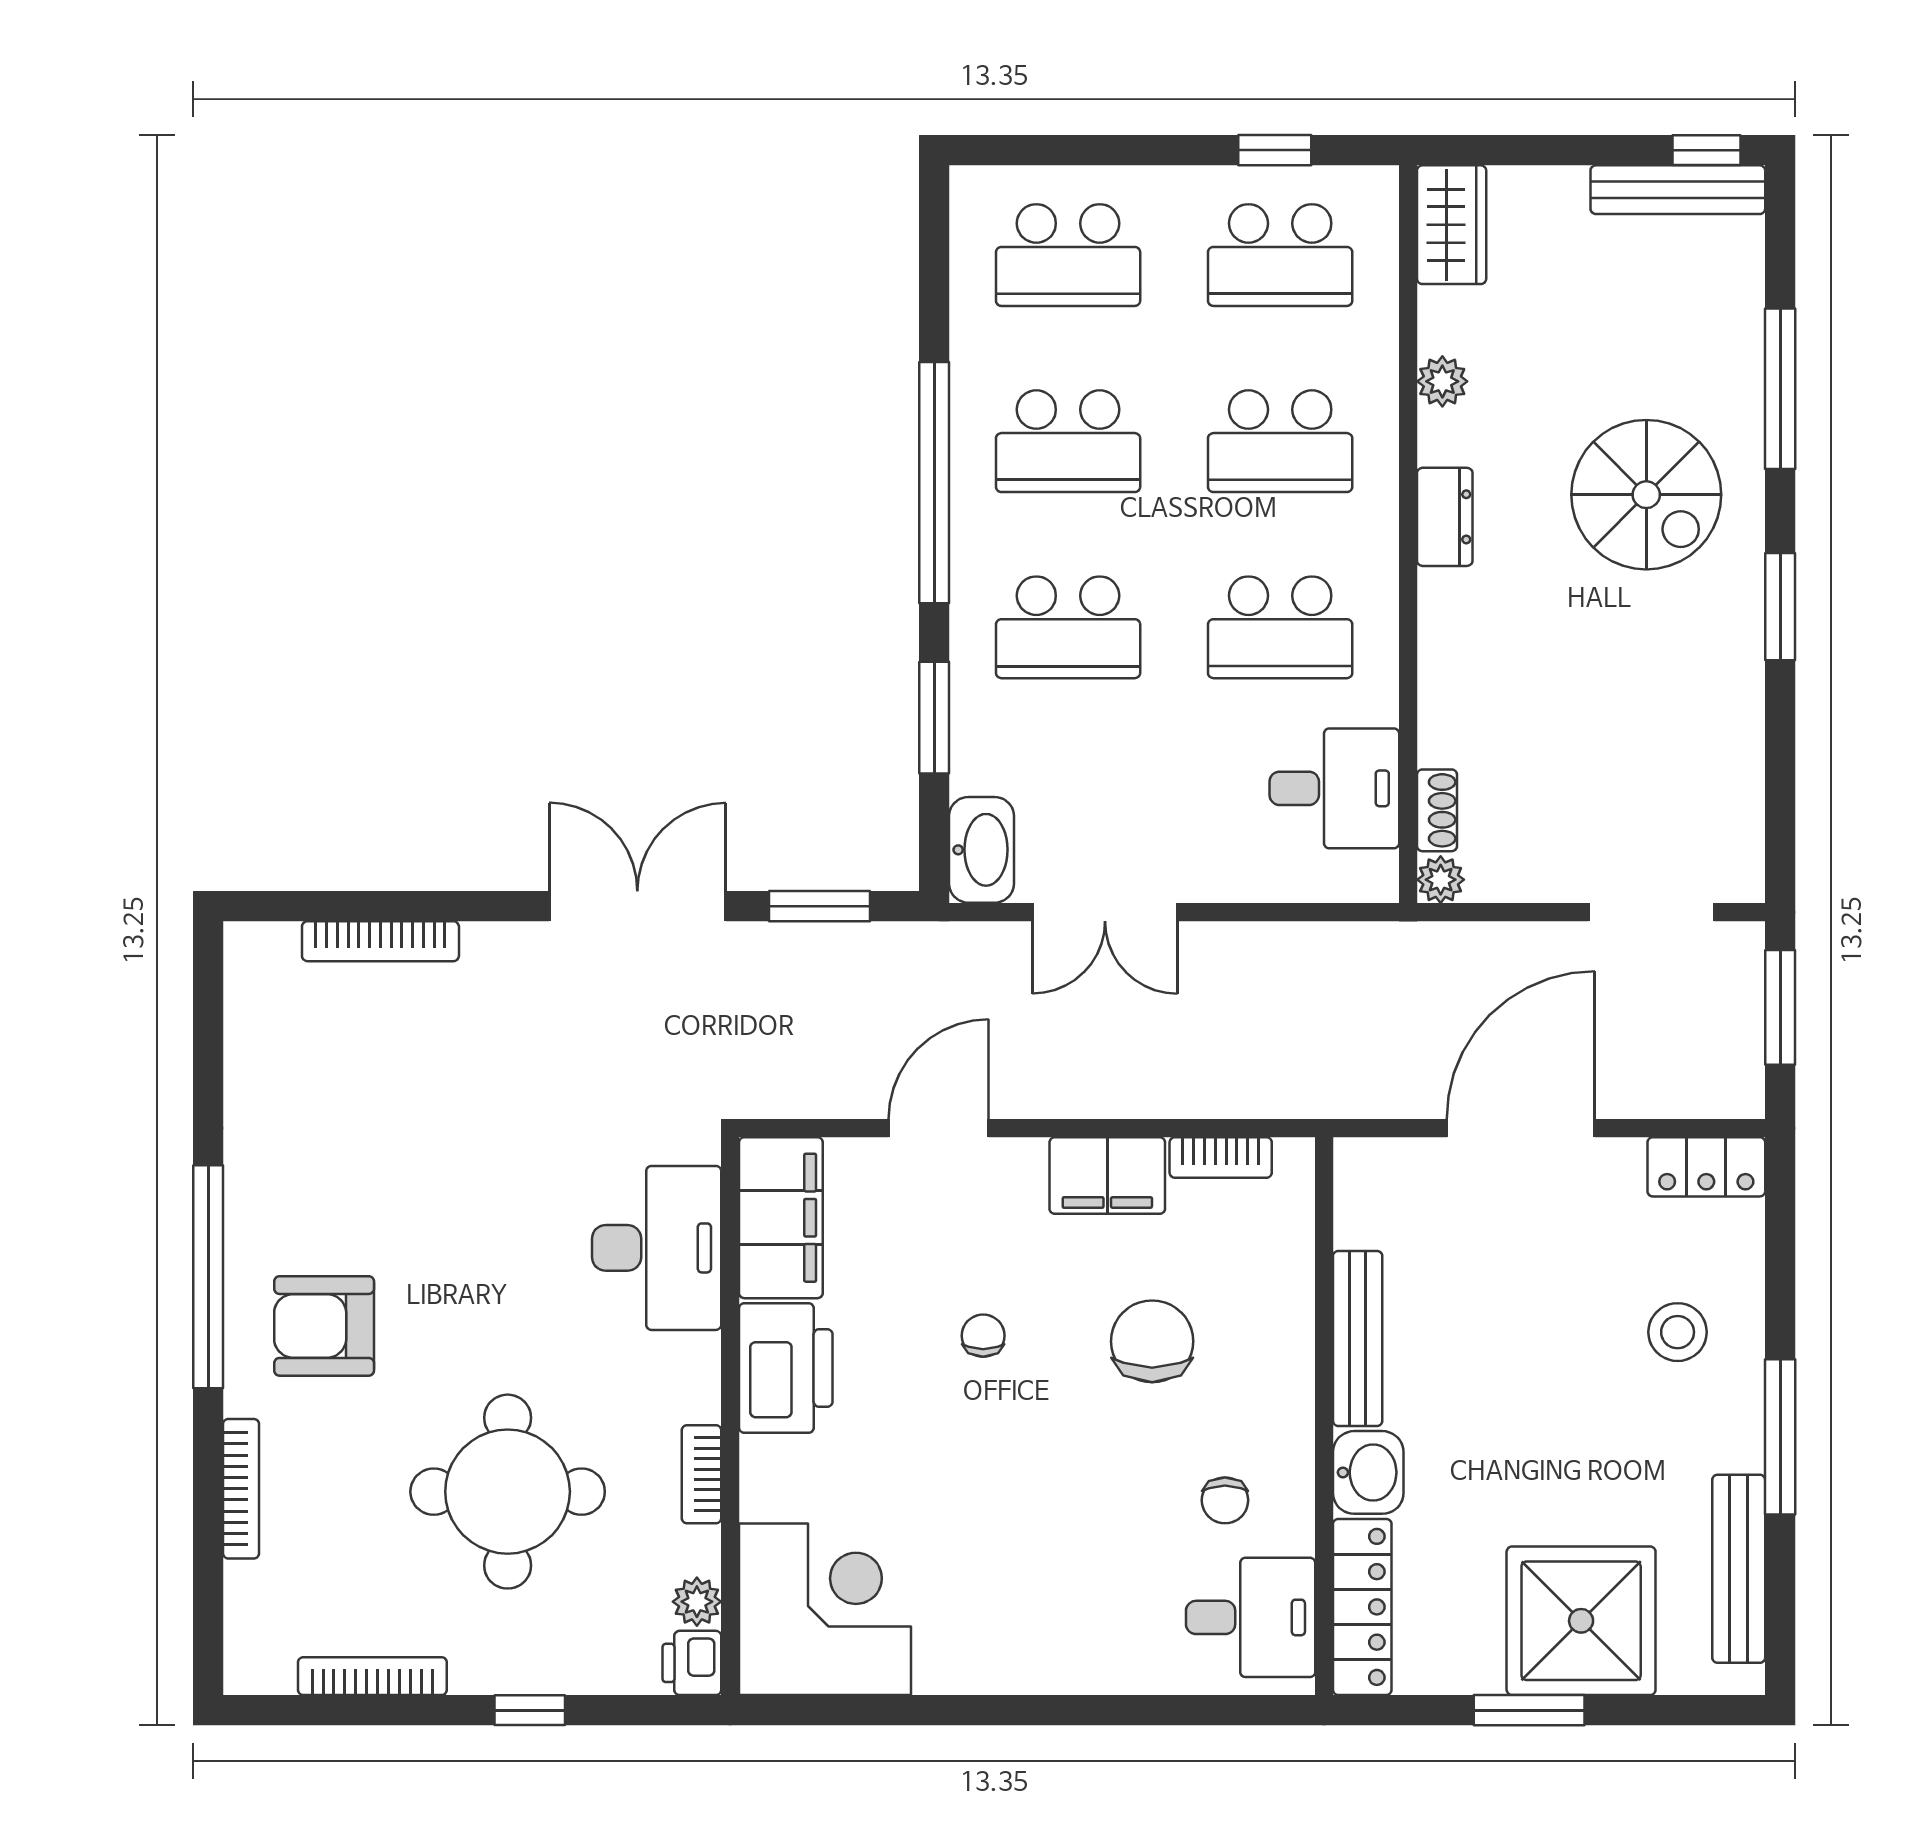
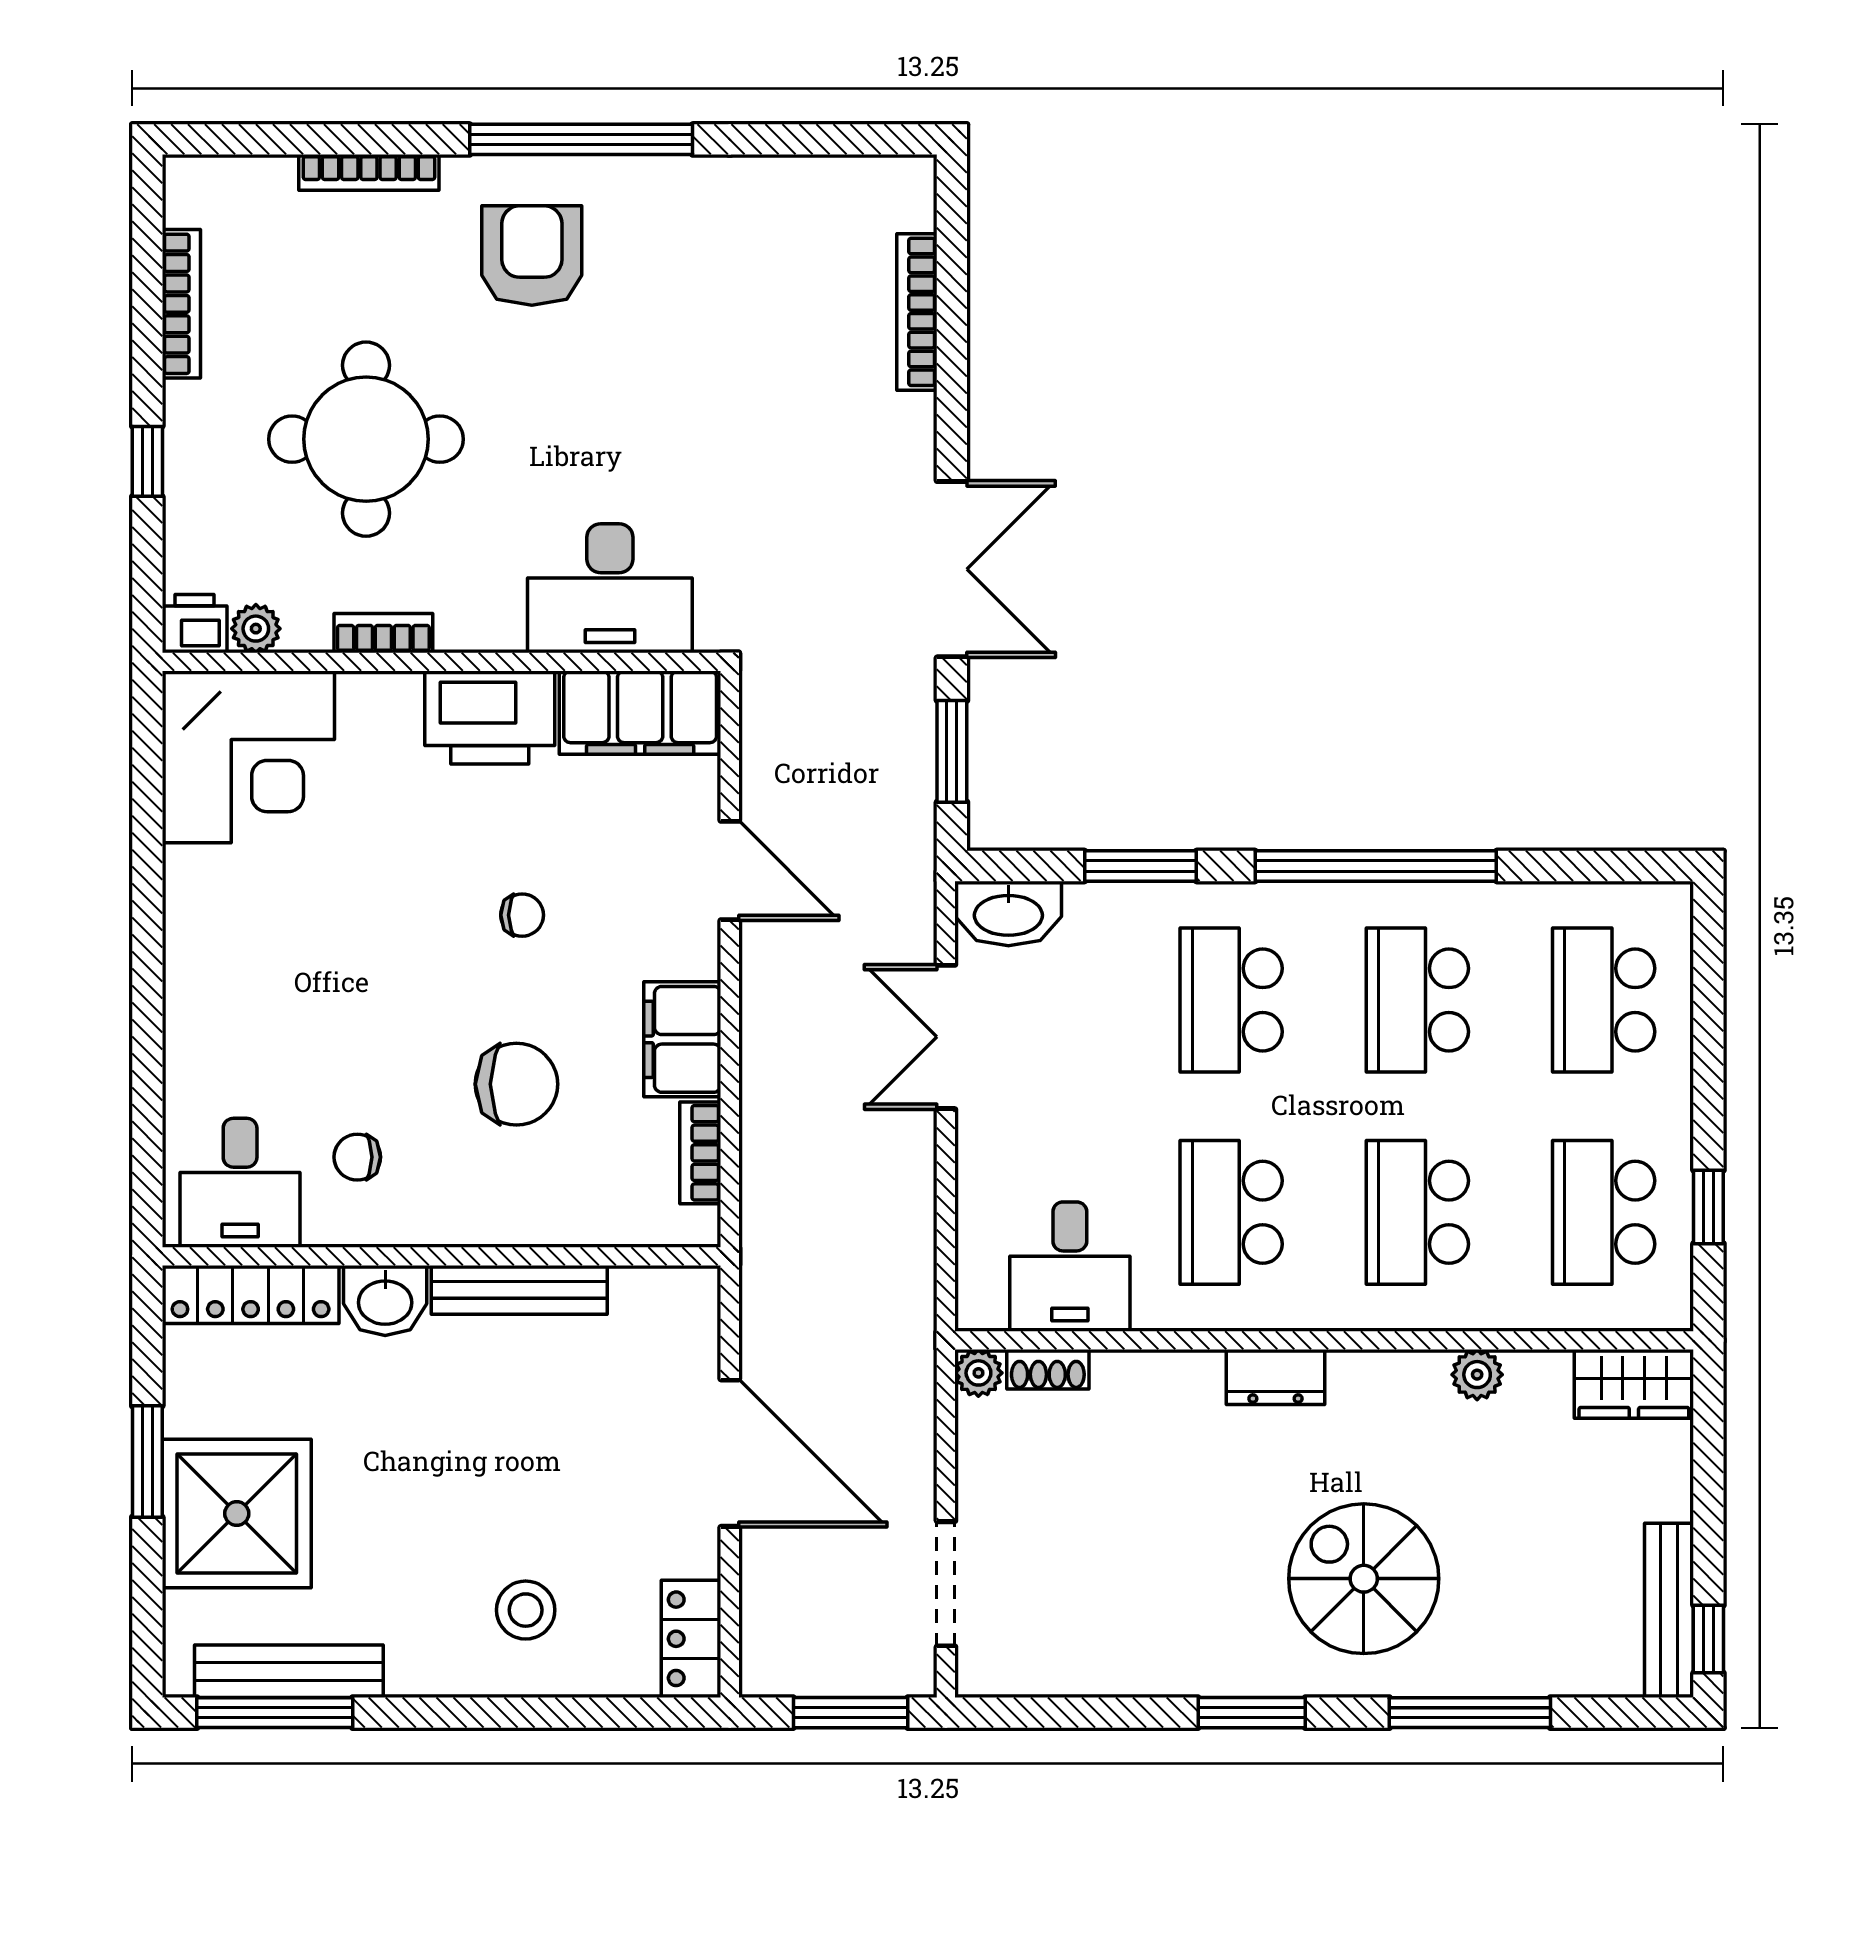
spiral stairs: (1646, 495) -> (1364, 1579), turned 90
dresser: (1445, 517) -> (1275, 1377), moved
window: (1780, 1437) -> (275, 1713), moved

